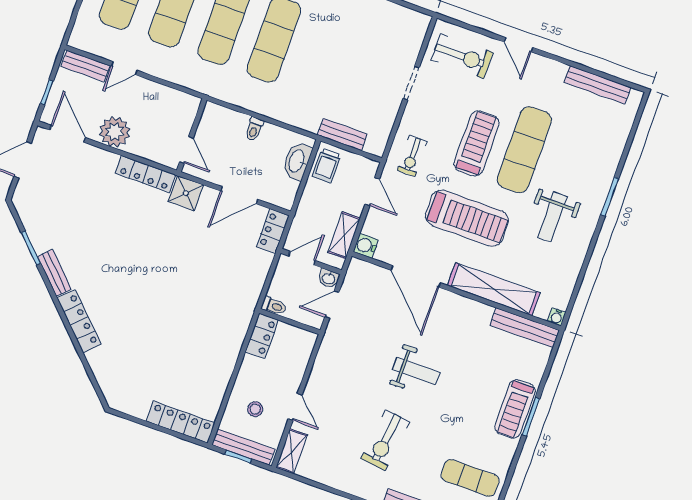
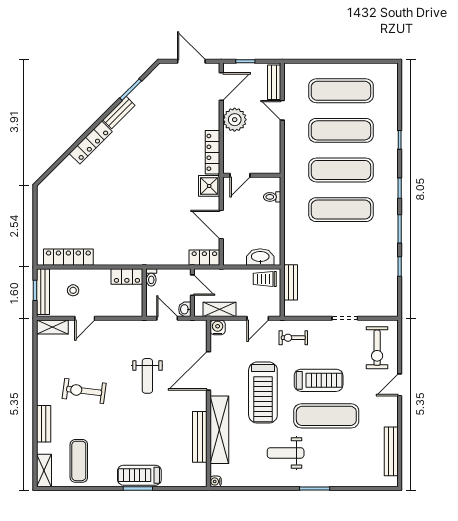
toilet: (254, 129) -> (272, 197), moved
bench: (525, 328) -> (200, 437), moved
weight bench: (416, 371) -> (147, 376), moved
locker: (181, 422) -> (68, 257), moved, turned -90

